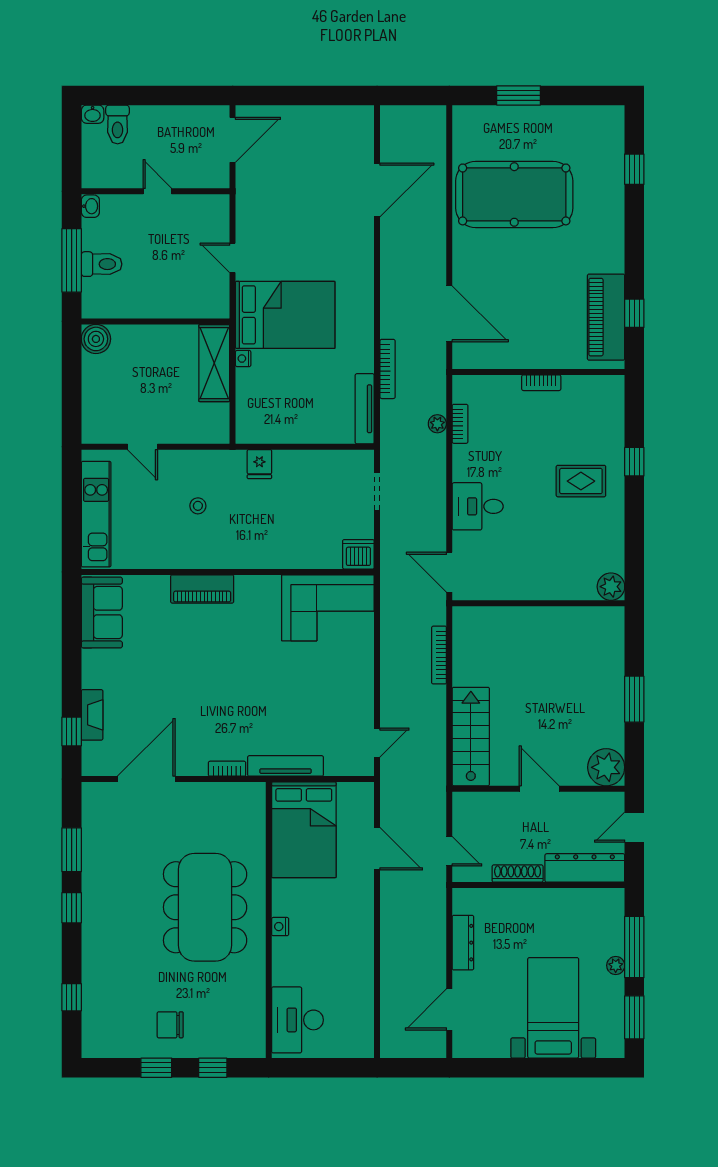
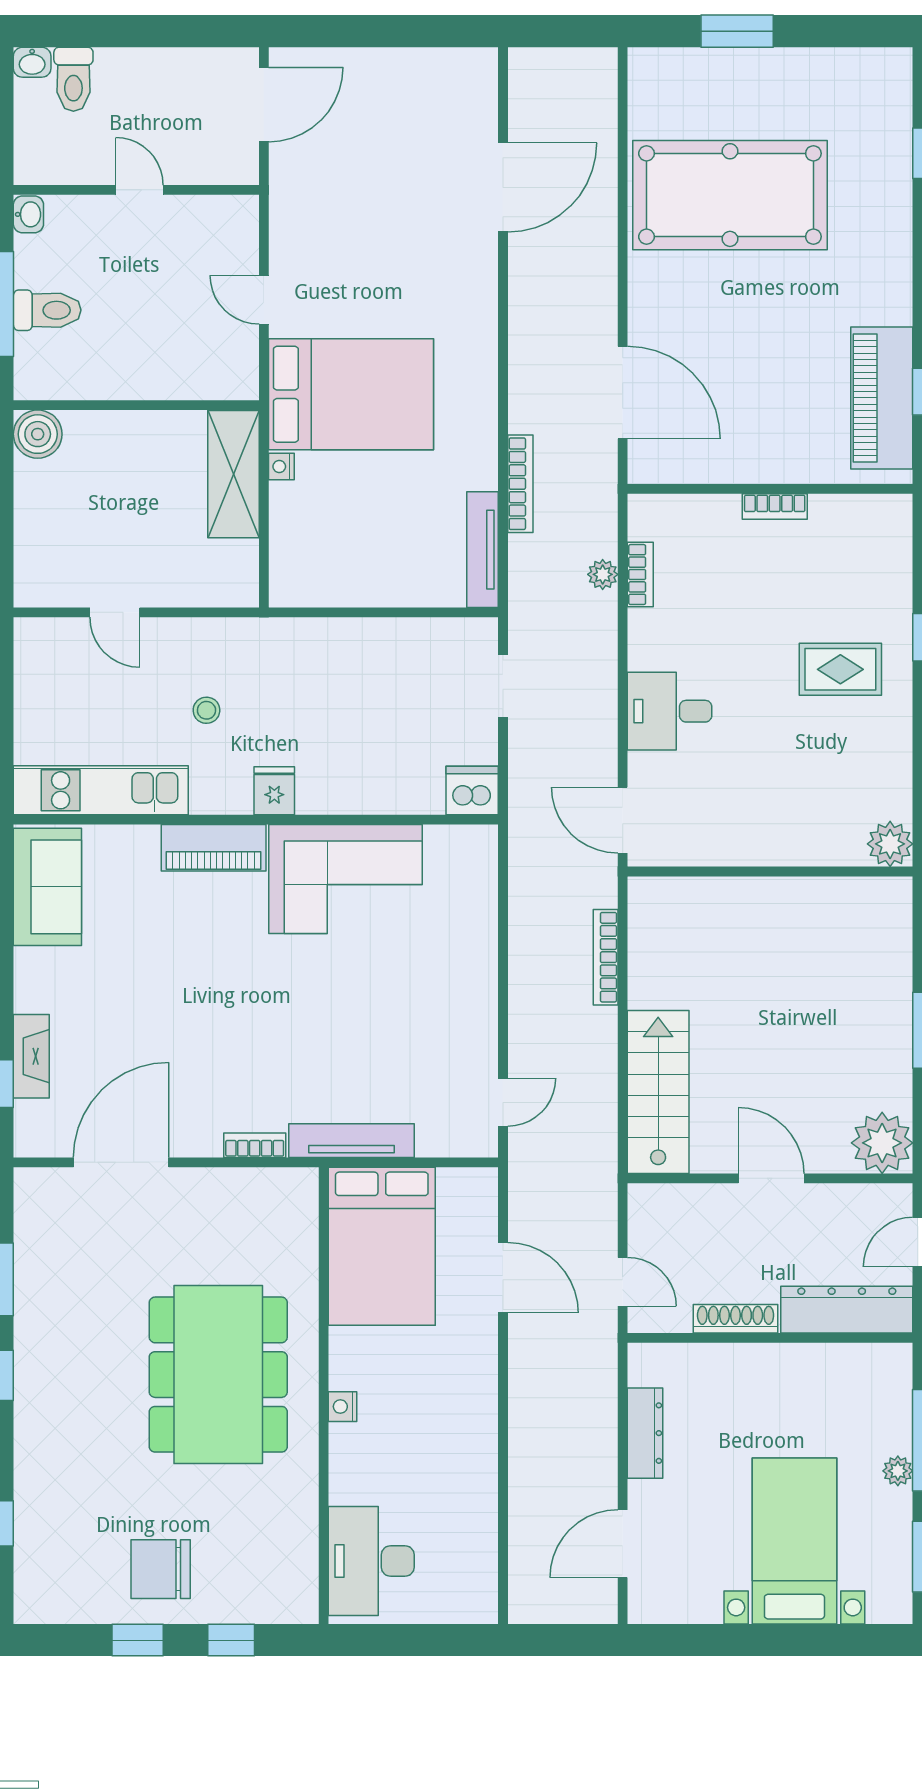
fridge: (259, 464) -> (274, 791), moved, turned 180
kitchen unit: (96, 514) -> (101, 790), moved, turned -90
corner sofa: (328, 608) -> (346, 879), moved
chair: (170, 1025) -> (161, 1569), width x1.37, depth x1.37

